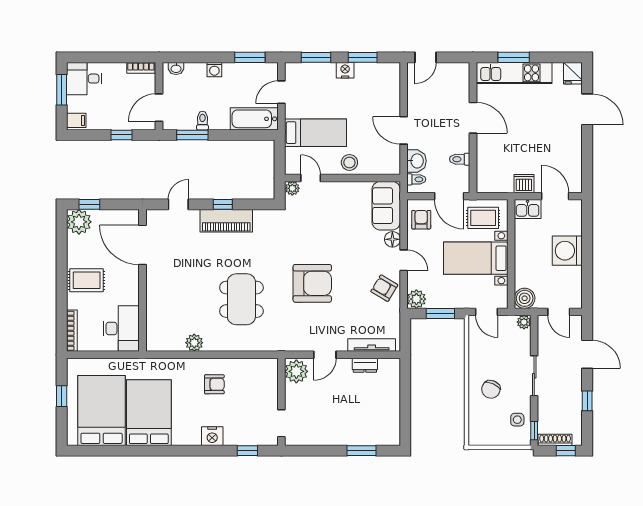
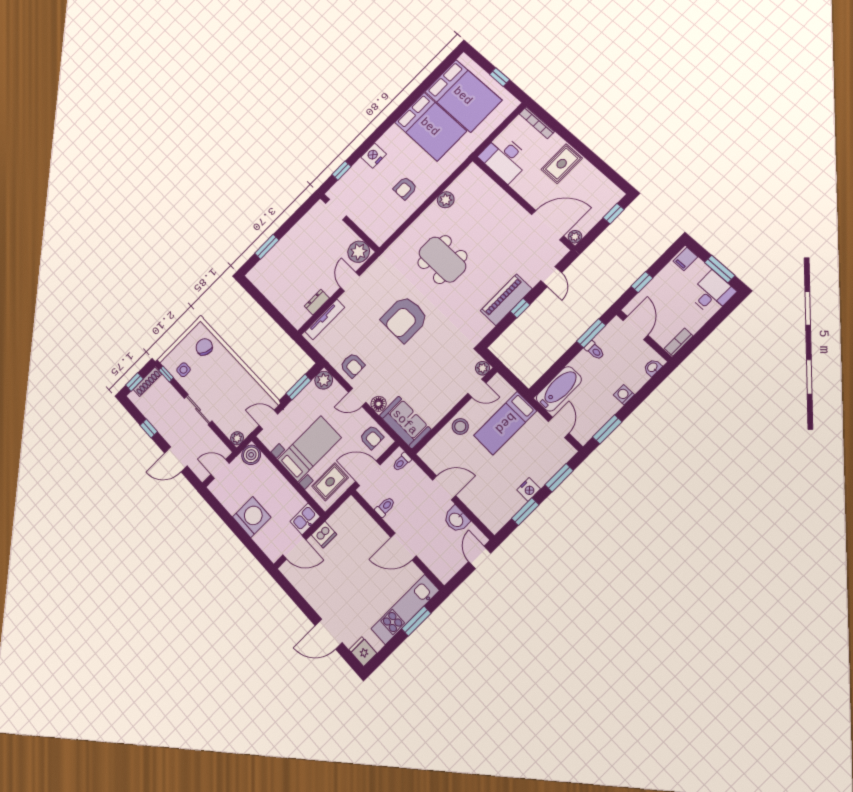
washbasin: (417, 161) -> (456, 519), moved
plant: (79, 222) -> (575, 237), moved, width x0.53, depth x0.53
armchair: (384, 288) -> (352, 365), turned 59
chair: (491, 389) -> (204, 347), moved

